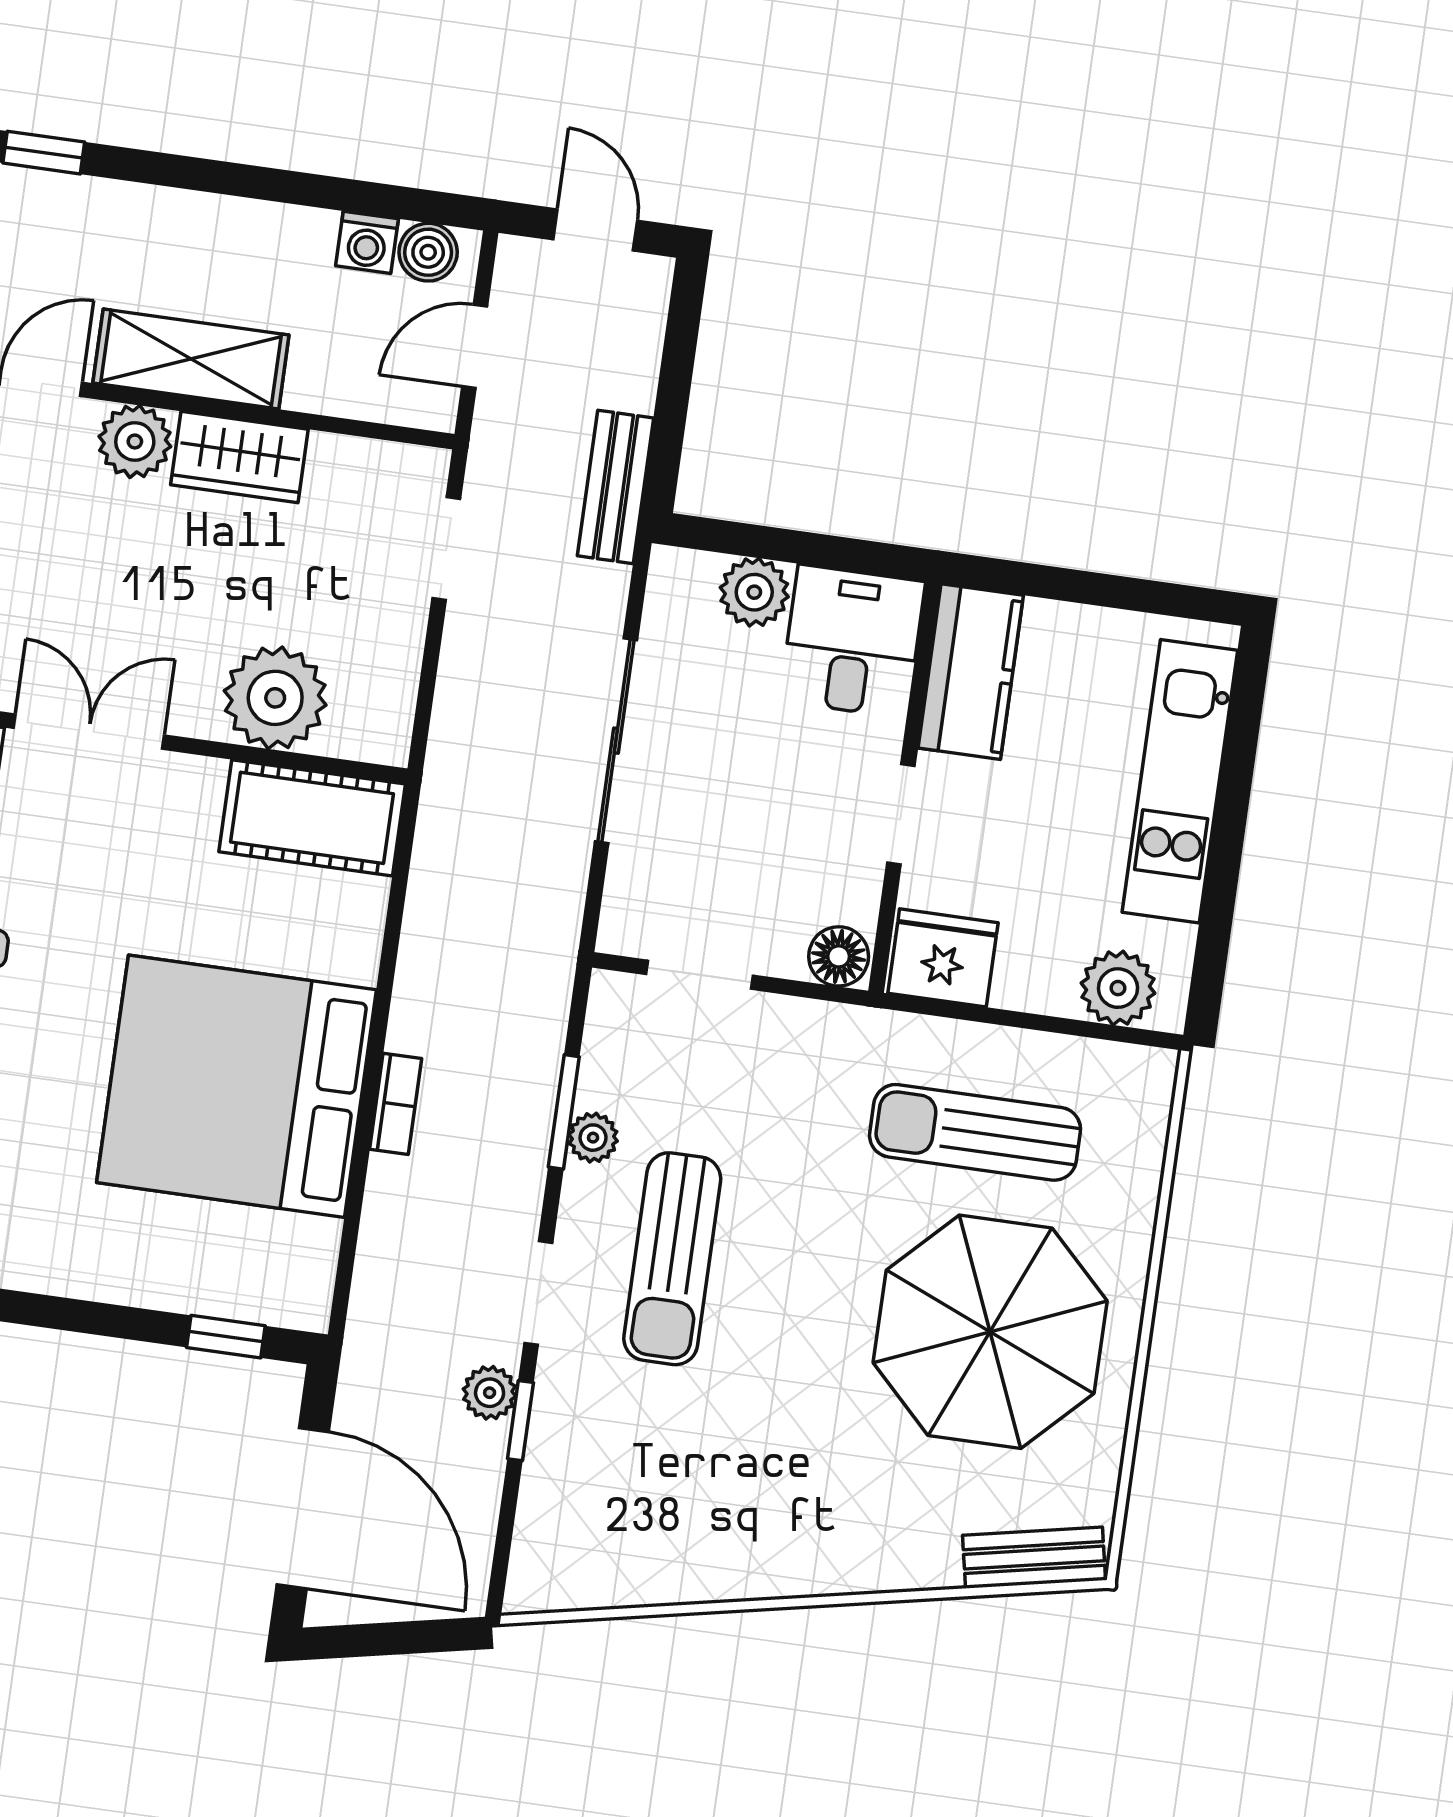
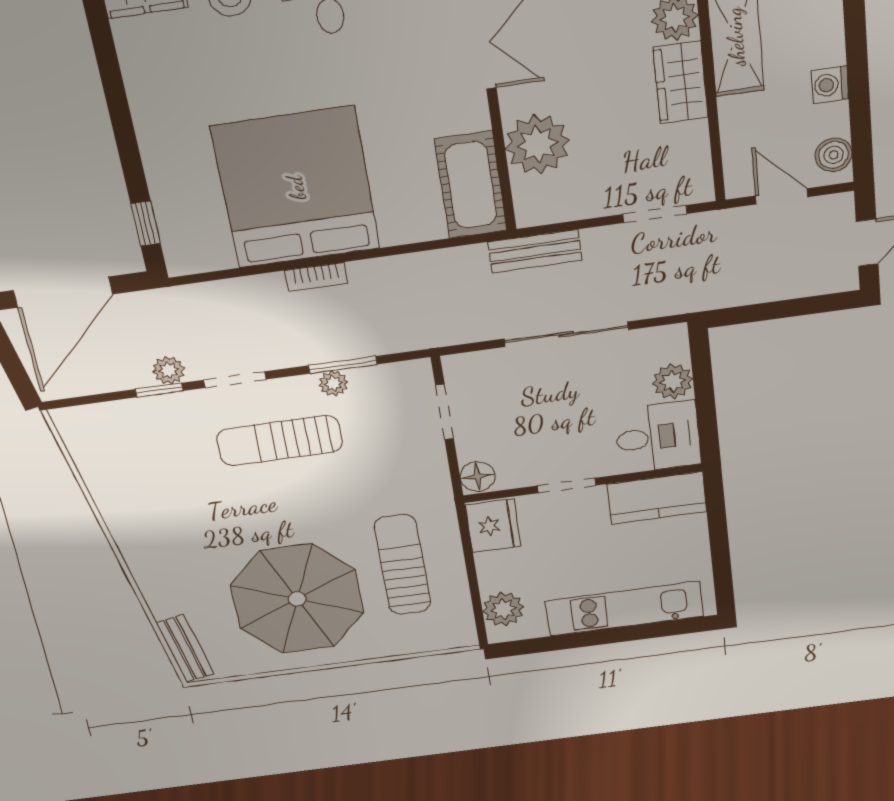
washing machine: (367, 242) -> (830, 85), moved
bench: (615, 487) -> (535, 251), moved

